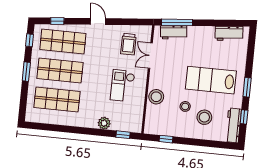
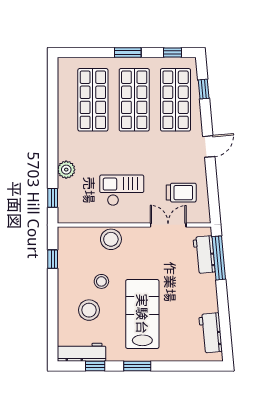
trolley: (128, 44) -> (181, 193), turned 180

